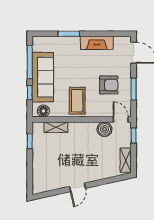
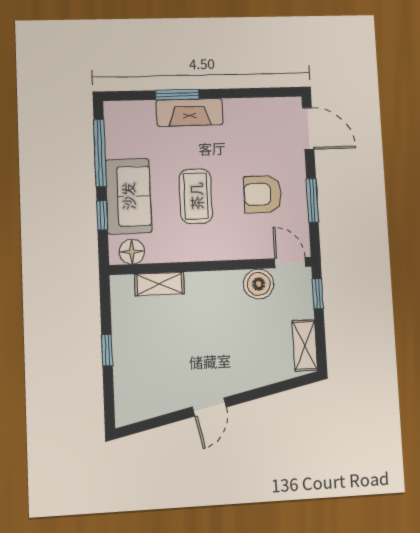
fireplace: (97, 43) -> (190, 112), moved
sofa: (43, 77) -> (128, 196), width x0.73
armchair: (109, 85) -> (263, 194), turned 180
coffee table: (77, 101) -> (196, 196), moved
window: (30, 141) -> (107, 350), moved

